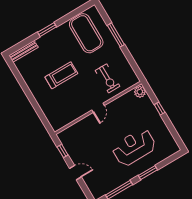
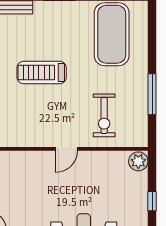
window: (116, 35) -> (152, 94), moved
treadmill: (61, 75) -> (42, 73), turned 180

